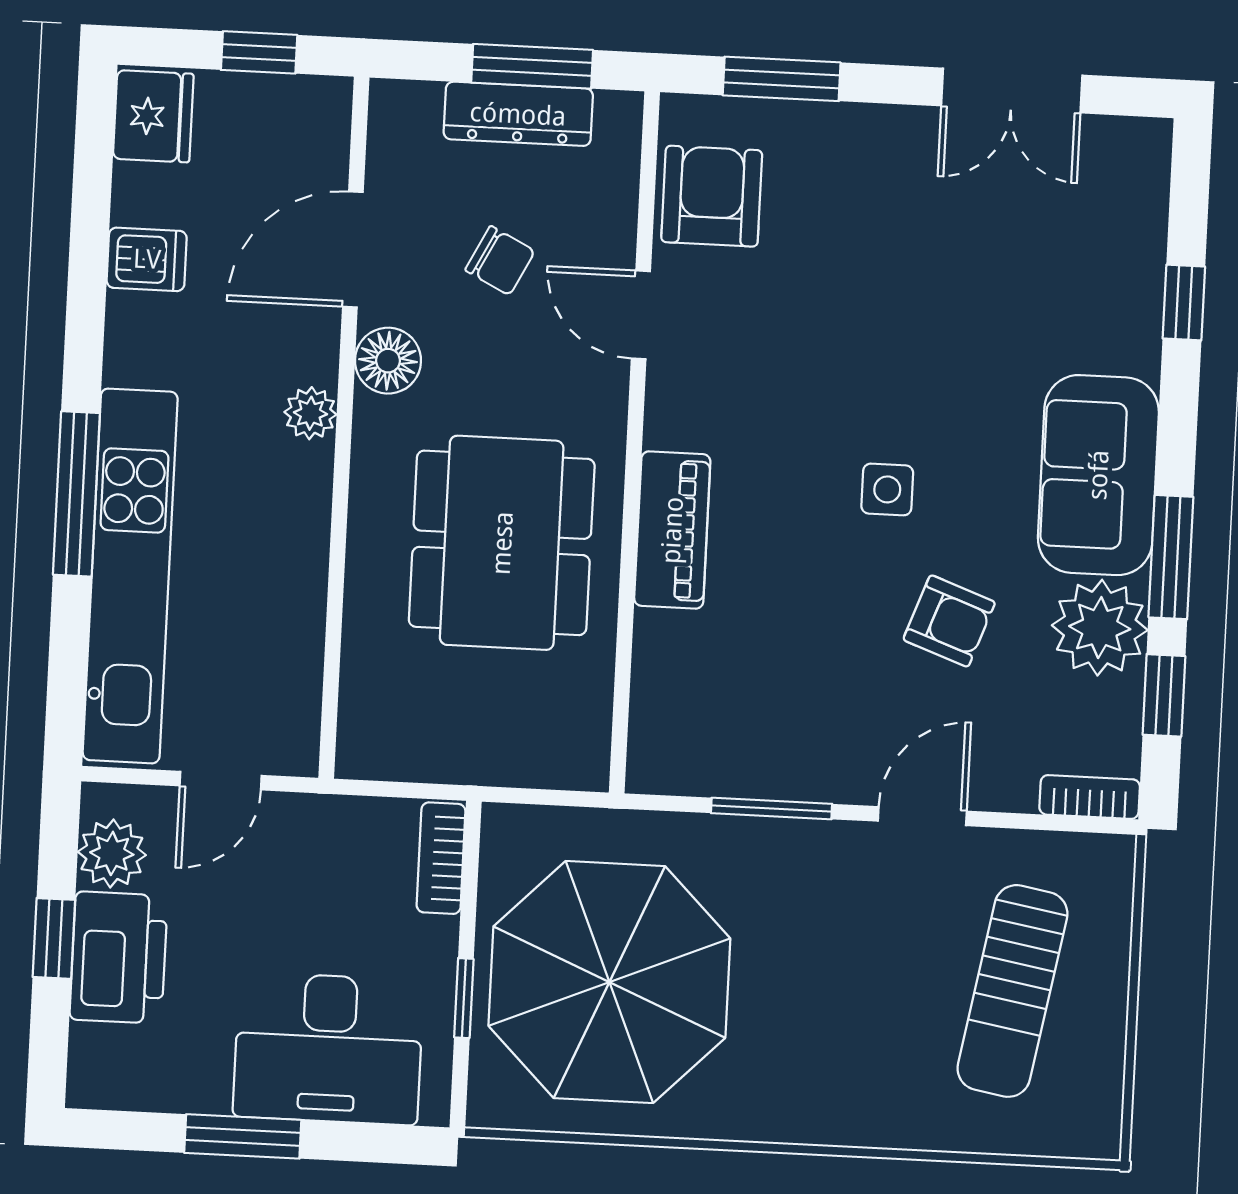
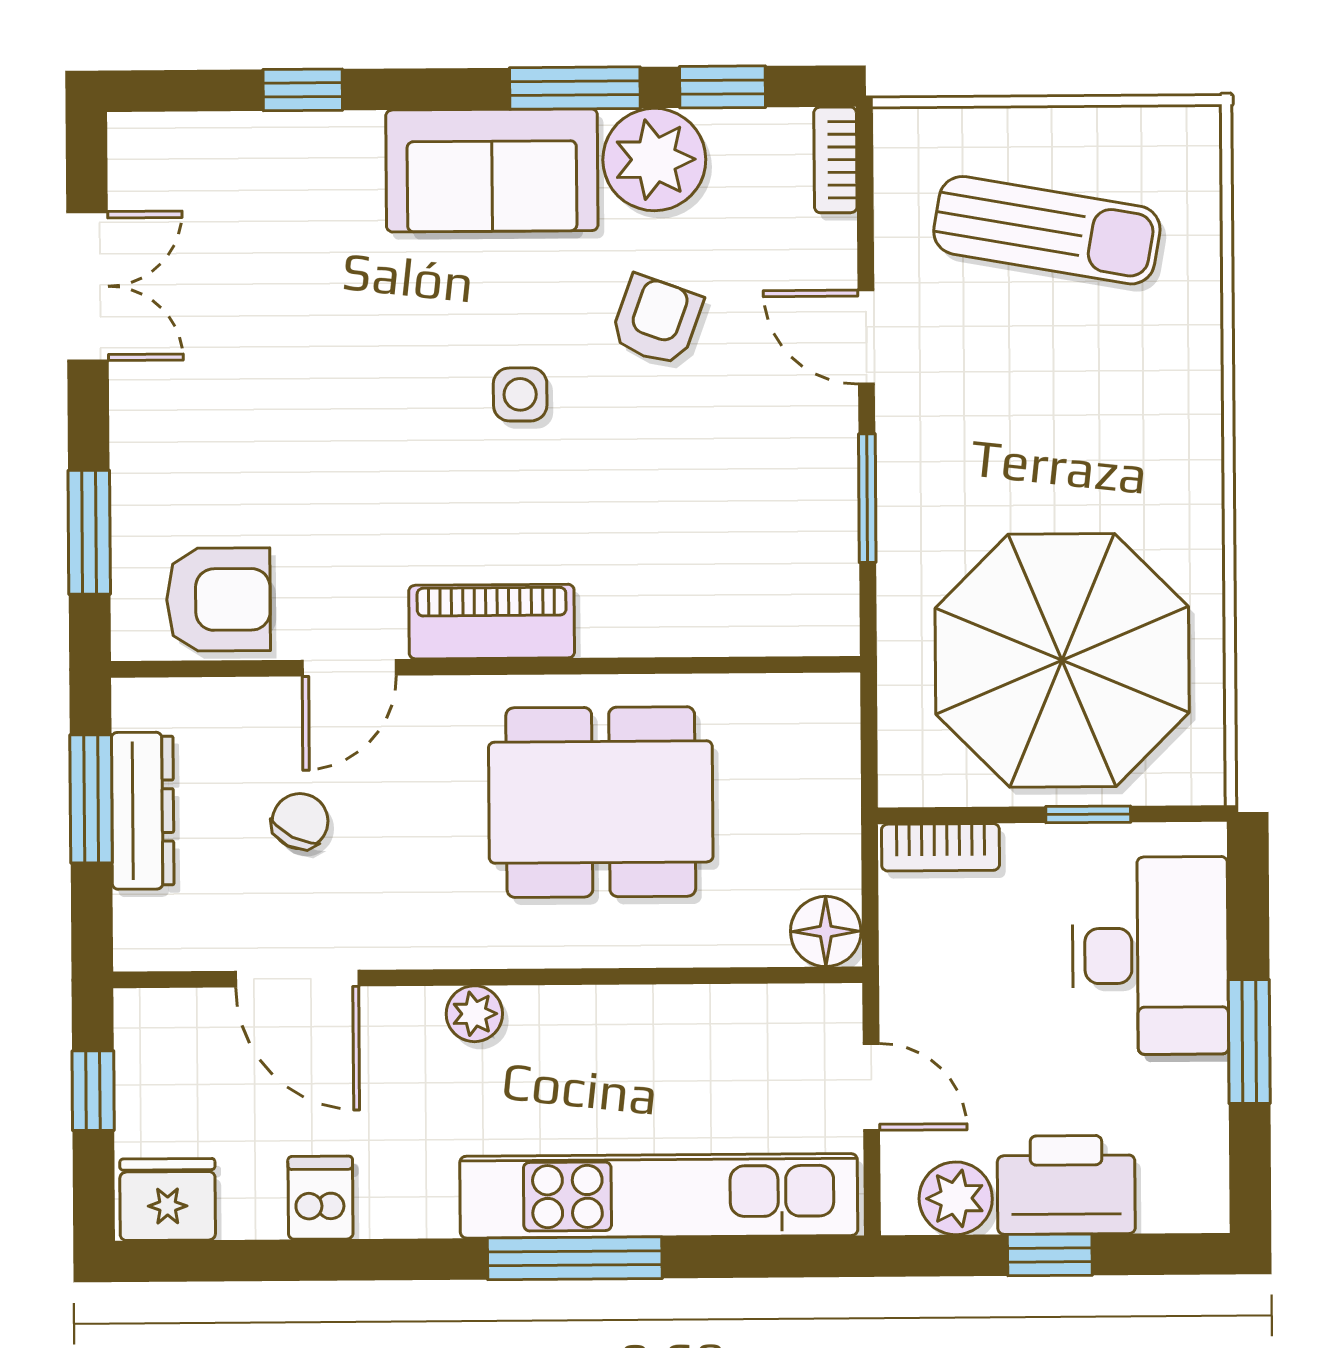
armchair: (712, 196) -> (218, 600), turned 180
floor lamp: (388, 361) -> (826, 931), moved
piano: (672, 530) -> (492, 622), moved

